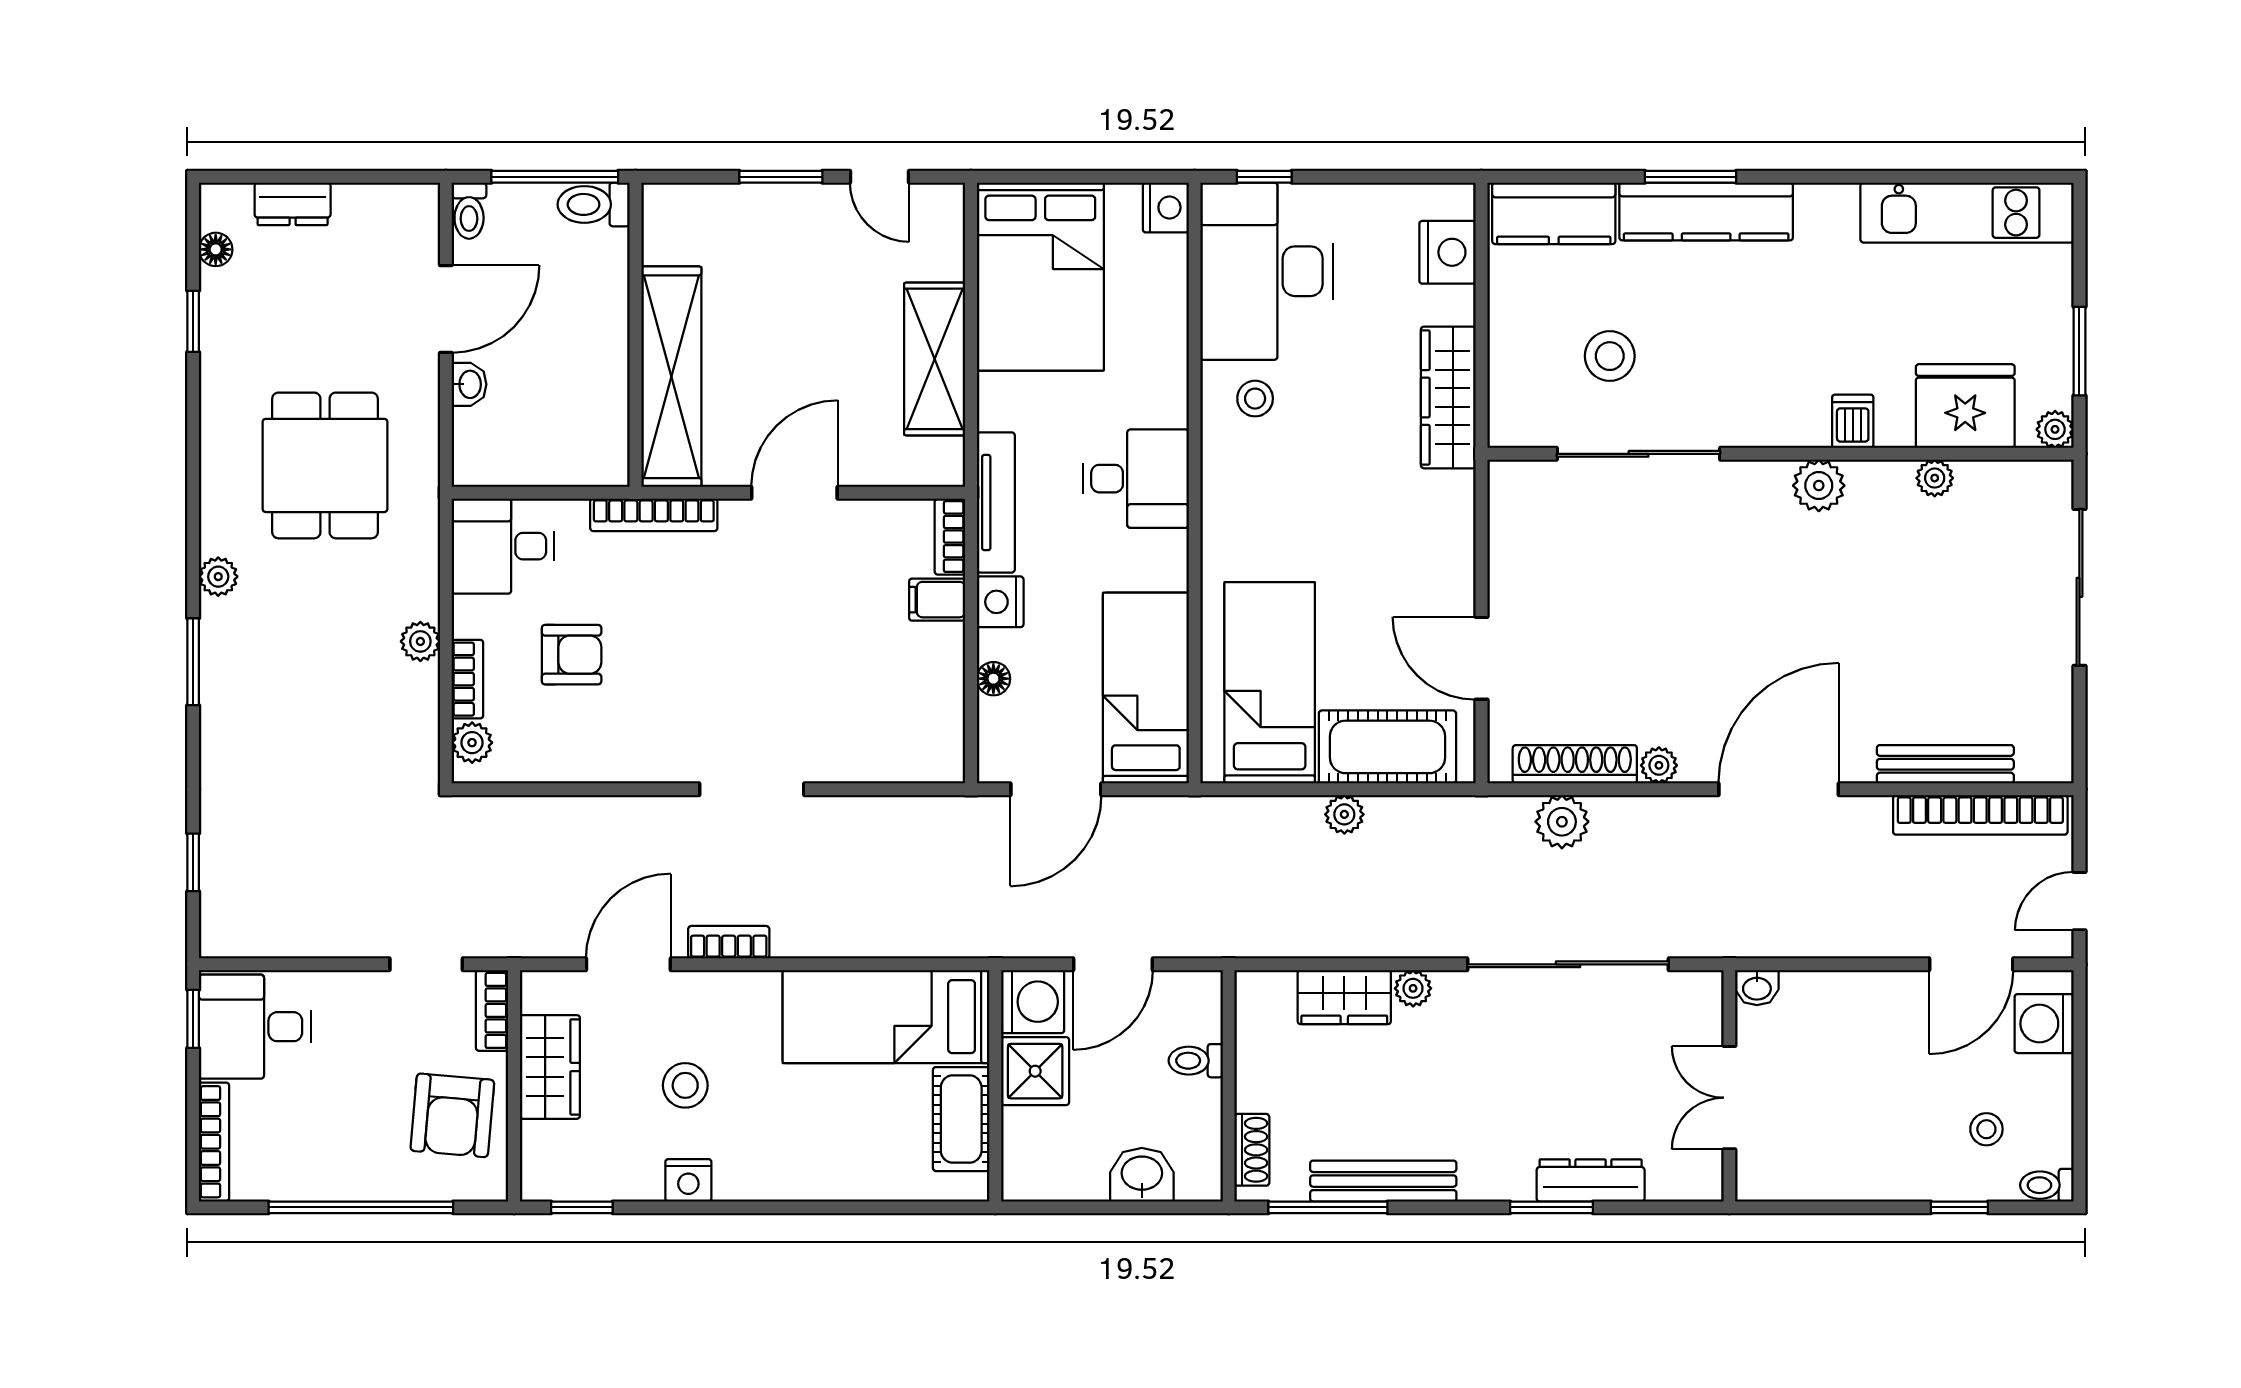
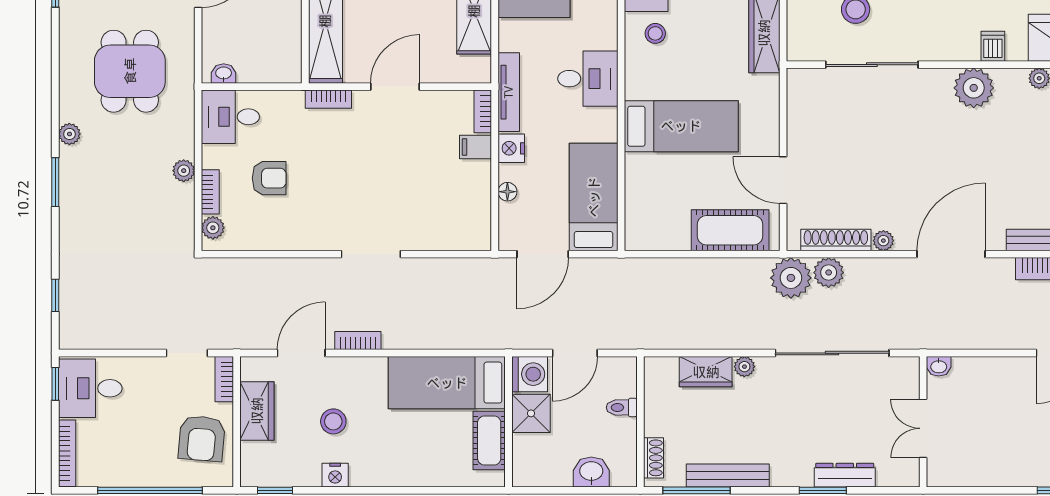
washbasin: (469, 384) -> (224, 74), moved, turned -90
plant: (1819, 486) -> (974, 88), width x1.36, depth x1.36
bookcase: (654, 515) -> (328, 99), width x0.64
bed: (1270, 683) -> (681, 126), moved, turned 90
plant: (1344, 814) -> (791, 278), moved, width x1.87, depth x1.87

